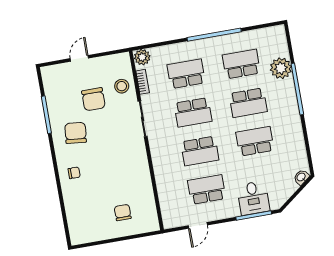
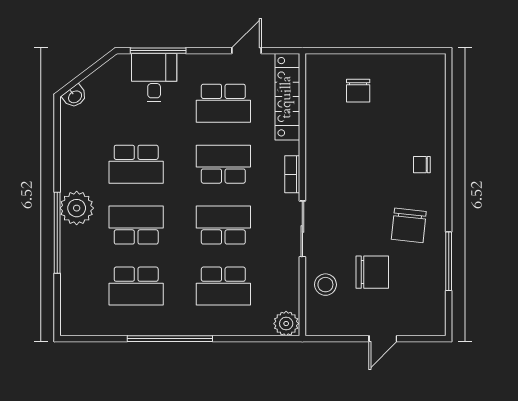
plant: (281, 68) -> (77, 208), moved
bookcase: (143, 82) -> (292, 174), moved
chair: (93, 99) -> (372, 272), turned 90
locker: (167, 201) -> (287, 97), added

